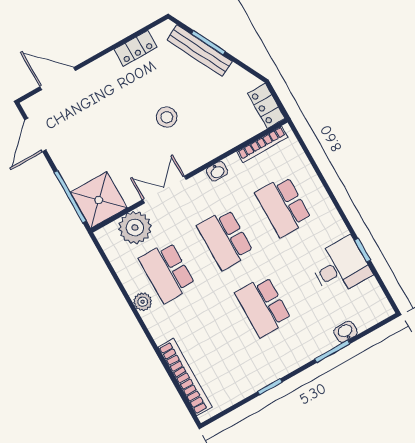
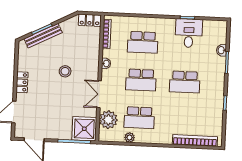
locker: (136, 48) -> (22, 82), moved
plant: (143, 302) -> (130, 137), moved

